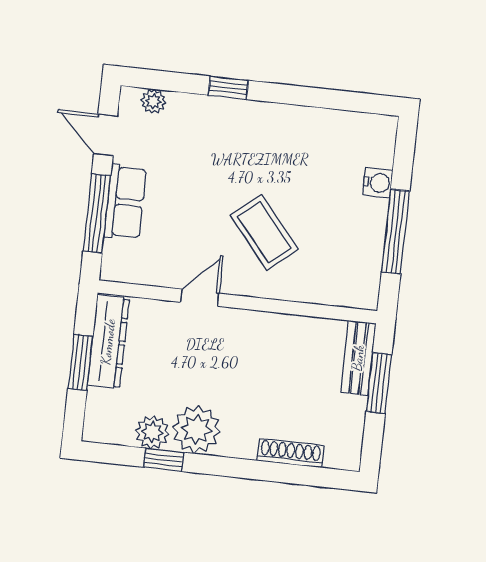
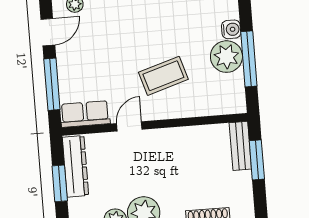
door: (106, 135) -> (48, 32), swing flipped
row of seats: (125, 202) -> (85, 114), moved, turned -90
plant: (363, 222) -> (226, 57), added
coffee table: (264, 232) -> (163, 76), turned -67

